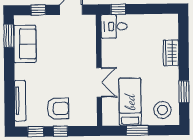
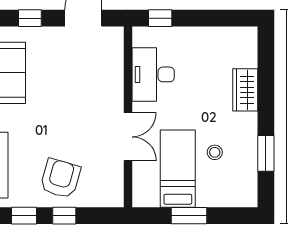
desk: (114, 26) -> (153, 74), moved, width x1.37
armchair: (58, 108) -> (60, 178), turned -74
stool: (162, 110) -> (215, 152), moved, width x0.53, depth x0.53

